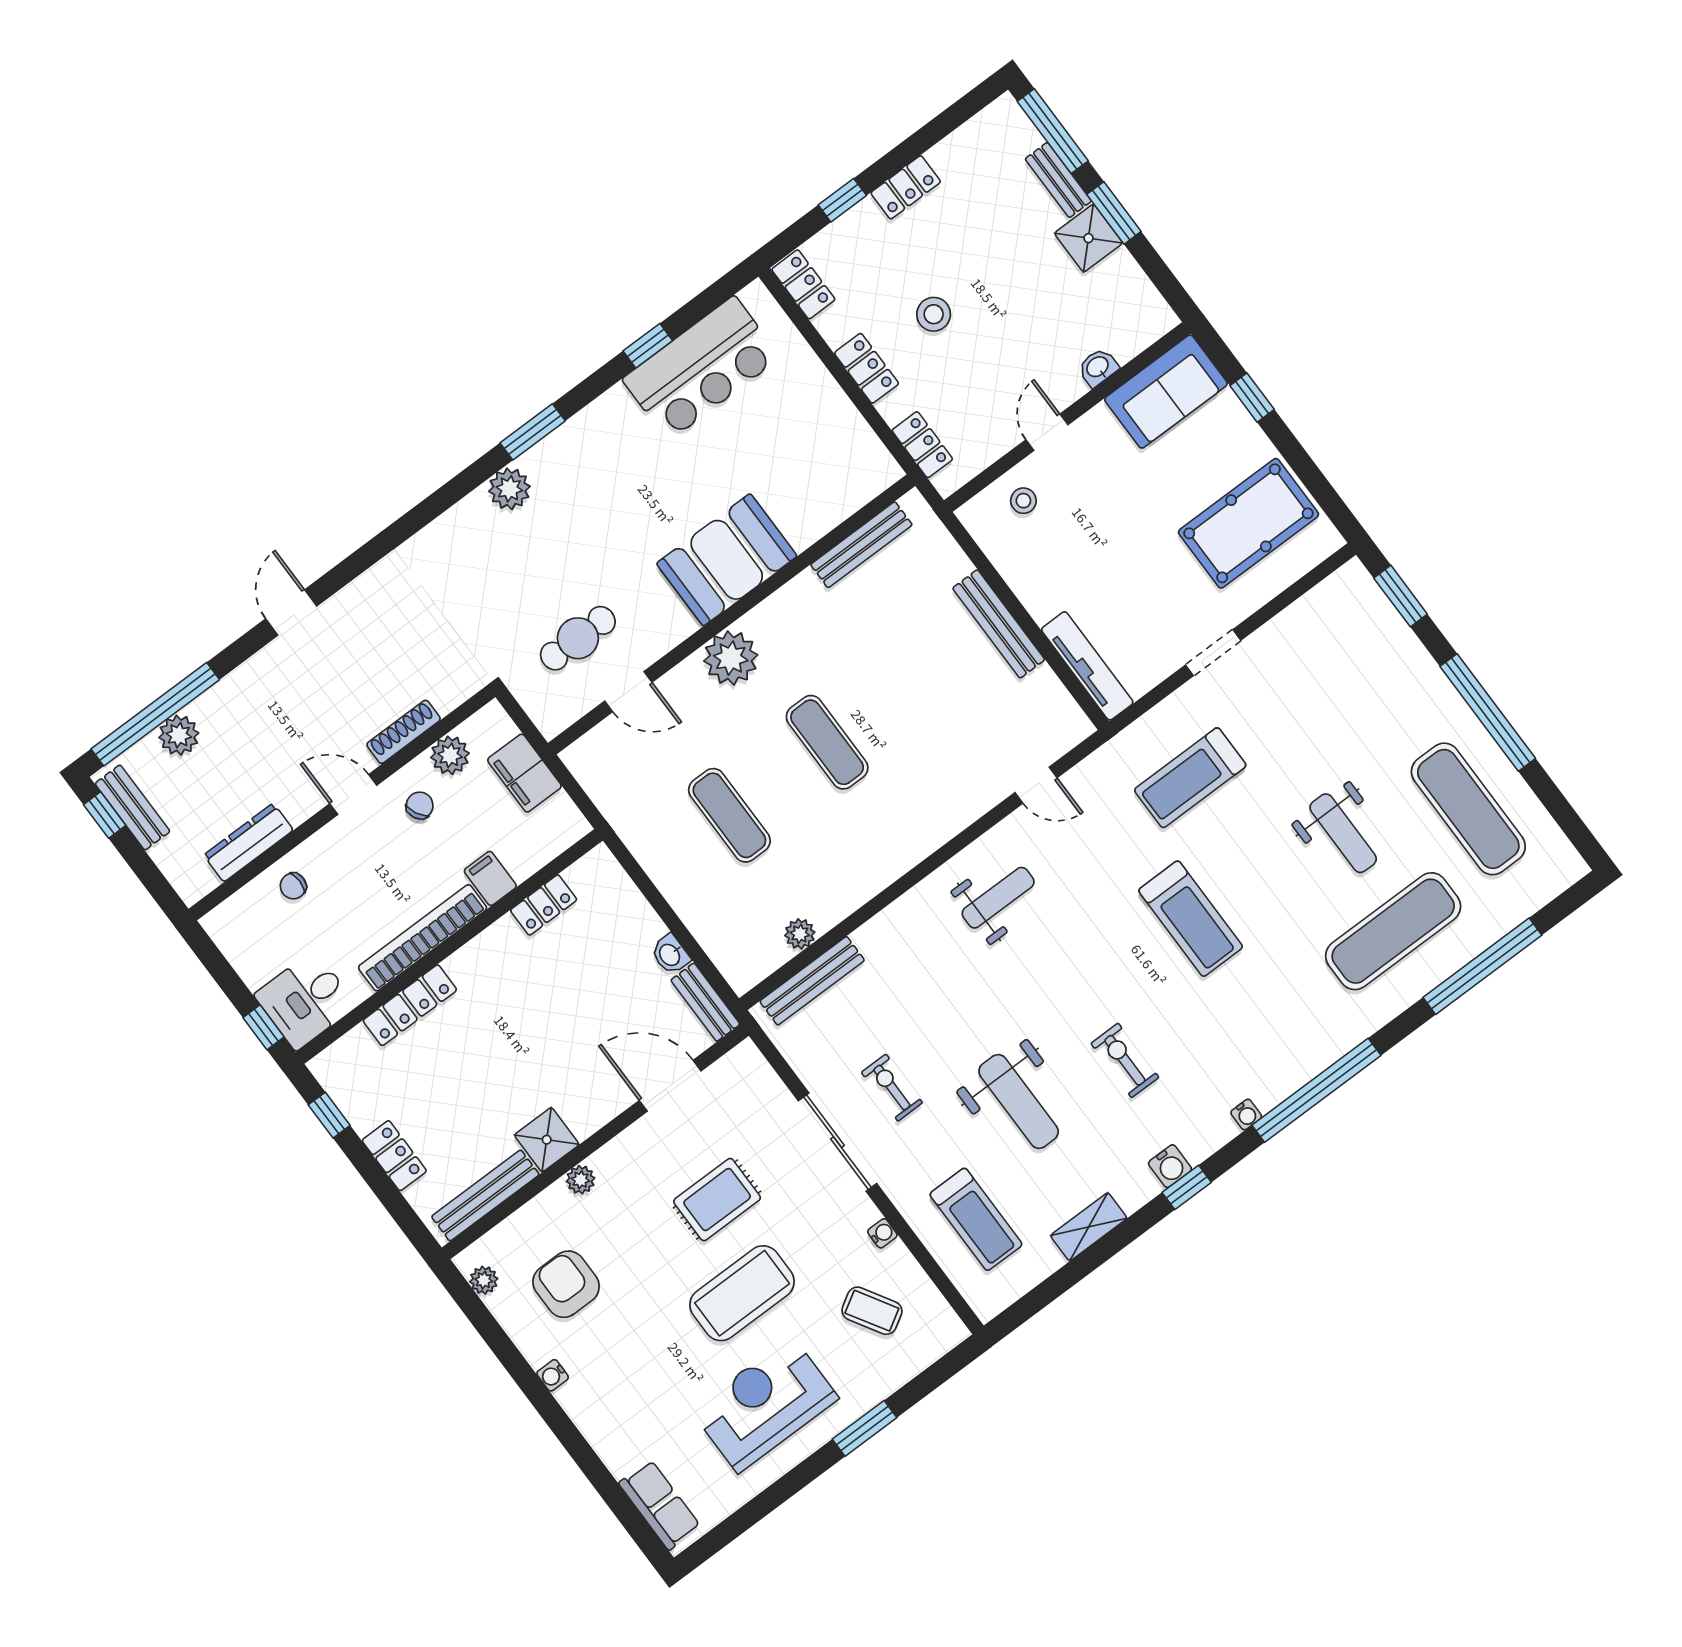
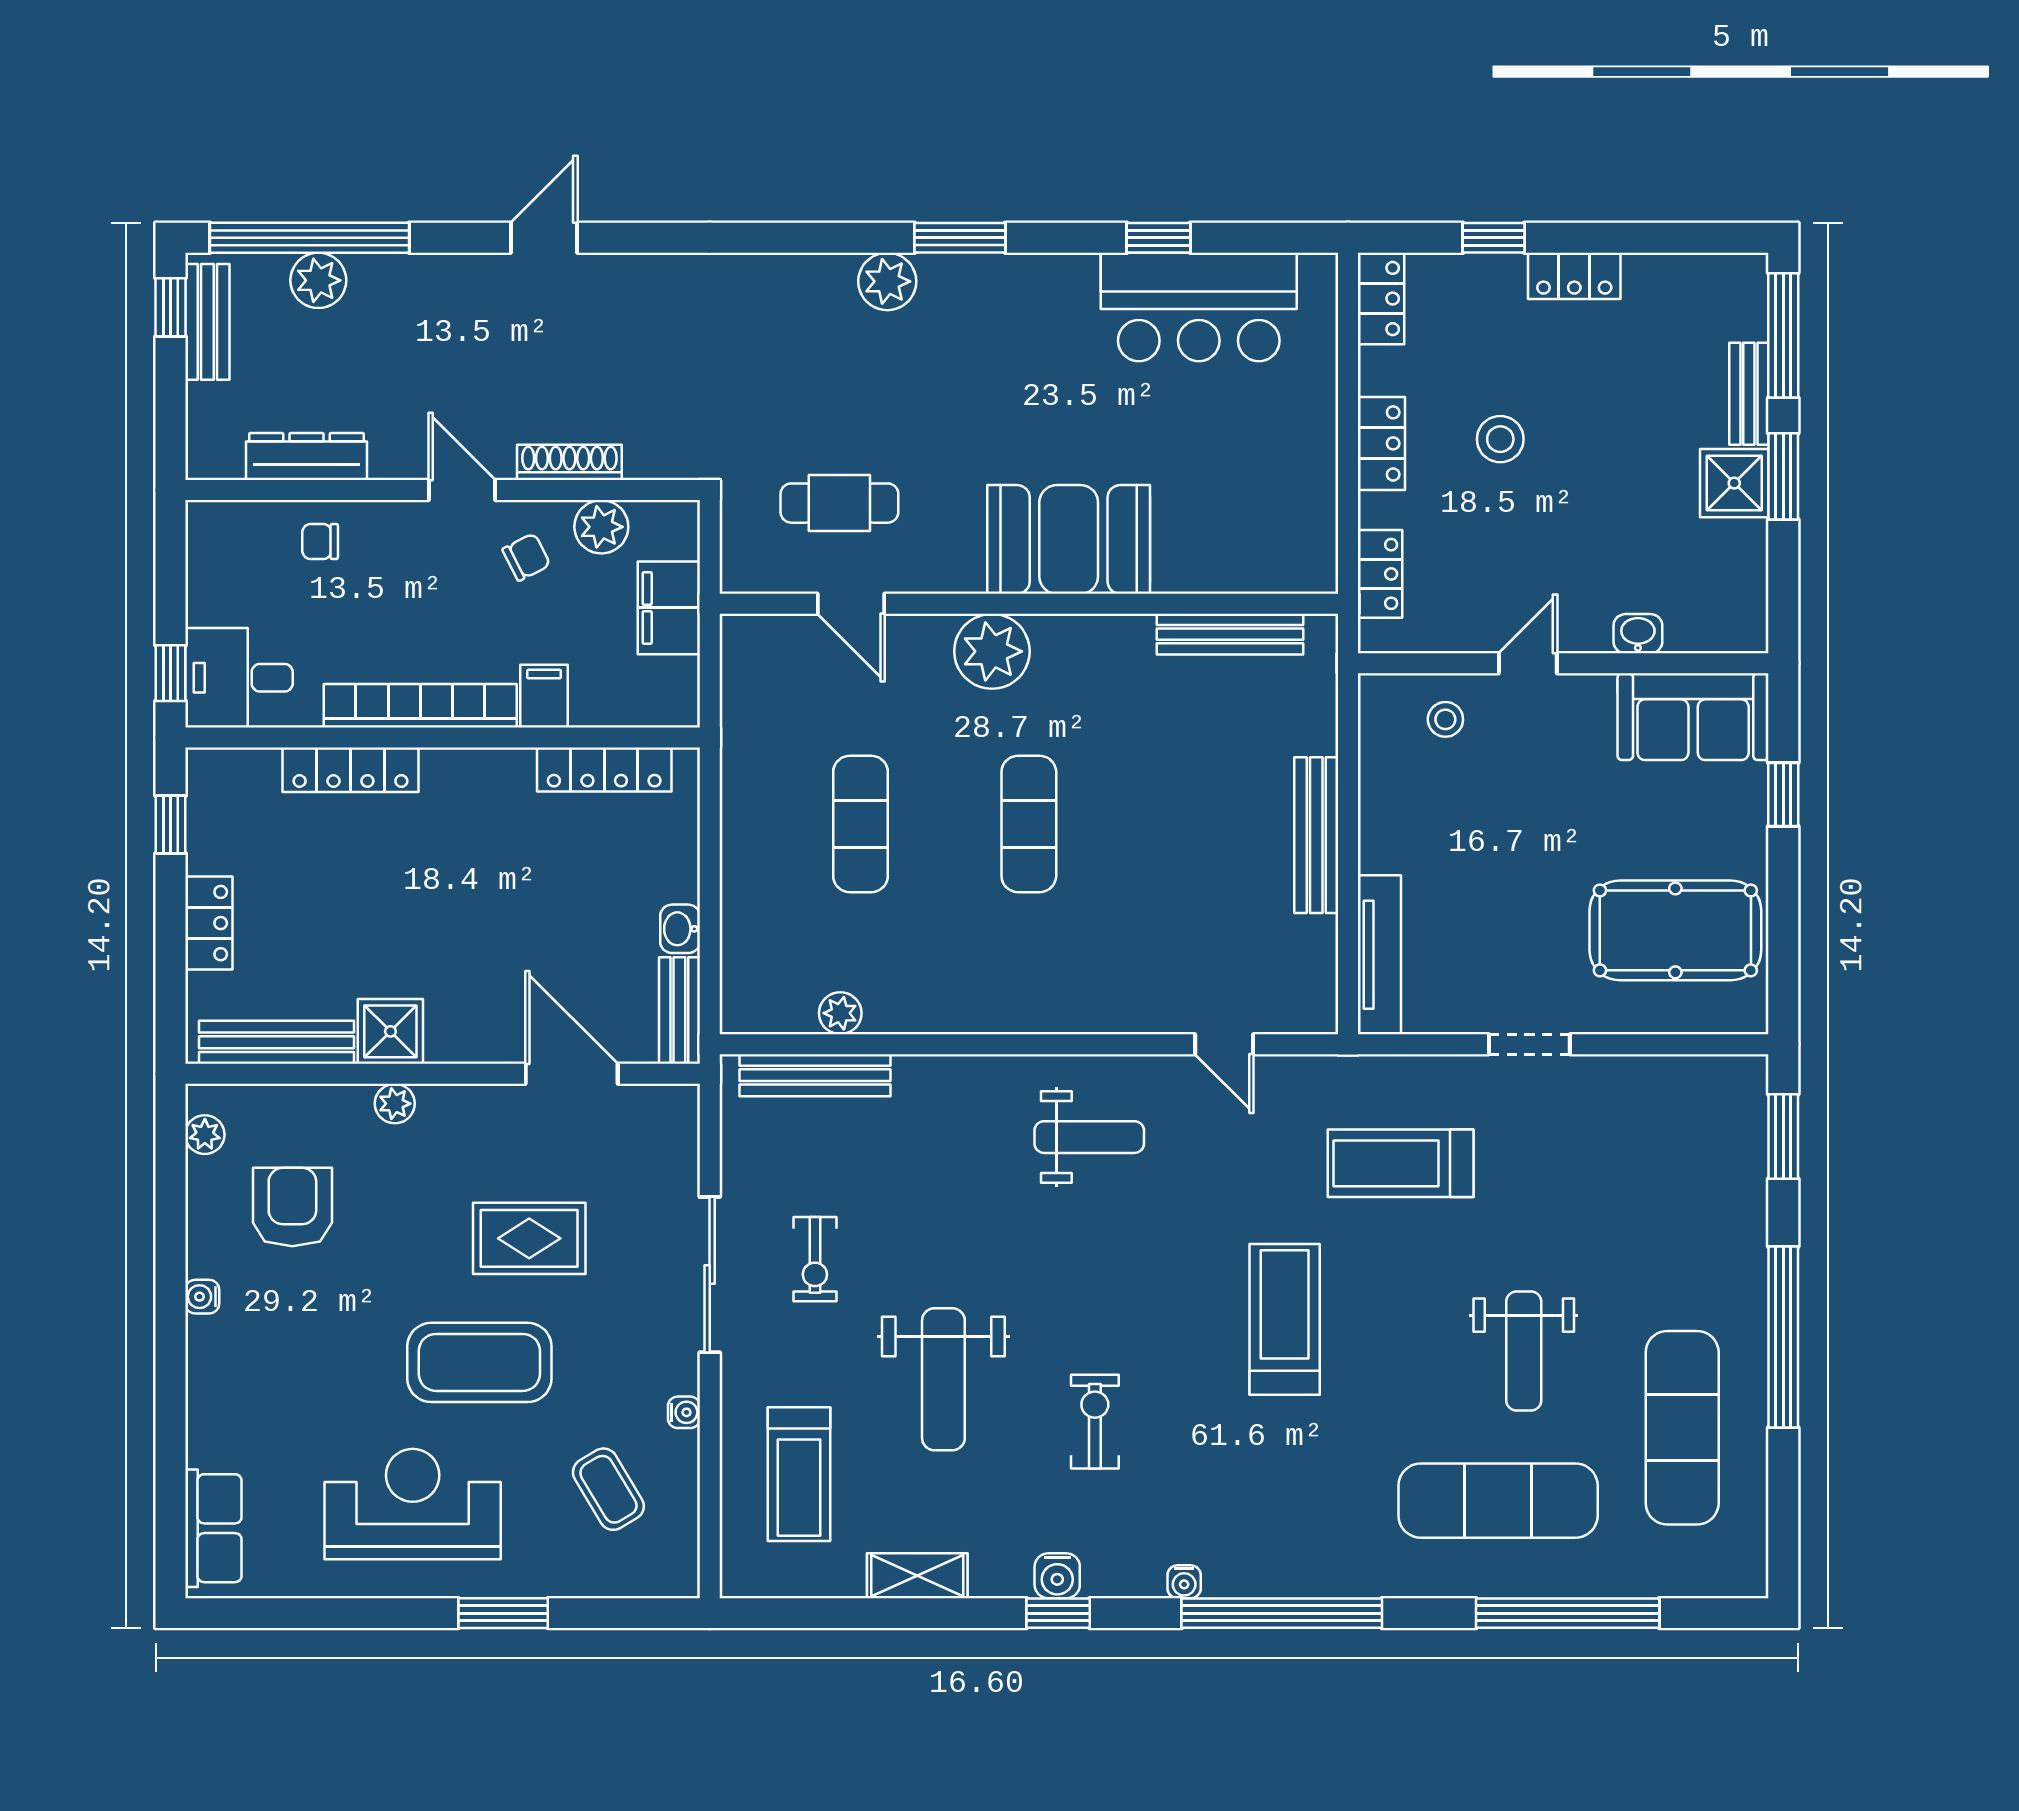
locker: (544, 905) -> (604, 770), width x1.53
treadmill: (1191, 919) -> (1285, 1319), turned 180
exercise bike: (892, 1088) -> (815, 1259), turned 180

